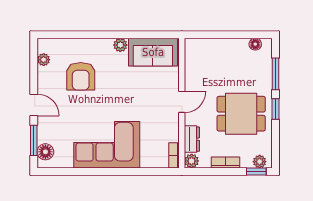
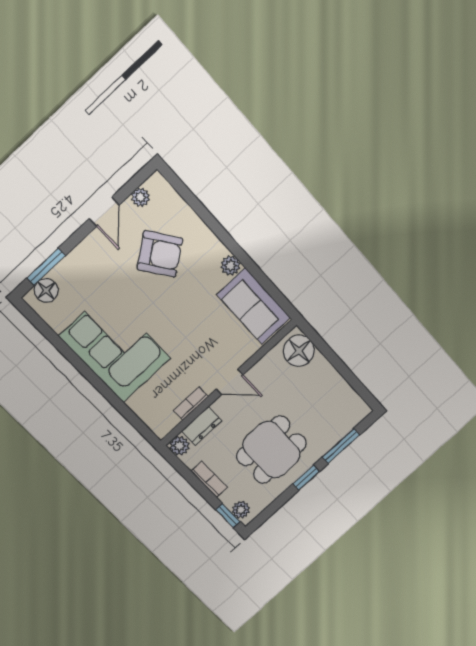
floor lamp: (255, 44) -> (299, 351), moved, width x1.89, depth x1.89
armchair: (81, 76) -> (160, 254), turned -126
door: (34, 105) -> (104, 212), moved
dining table: (241, 114) -> (272, 450), turned 90
bookcase: (174, 155) -> (191, 404), moved

